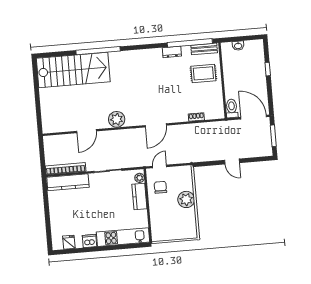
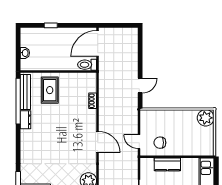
bench: (204, 49) -> (25, 92), width x1.36
window: (273, 136) -> (118, 25), removed
door: (232, 162) -> (140, 86), moved
plant: (140, 178) -> (149, 163), removed
plant: (186, 199) -> (206, 118), moved

